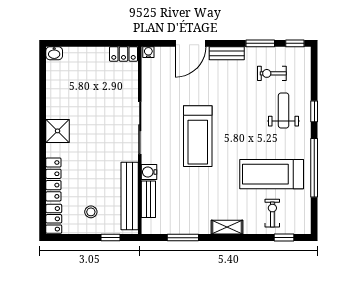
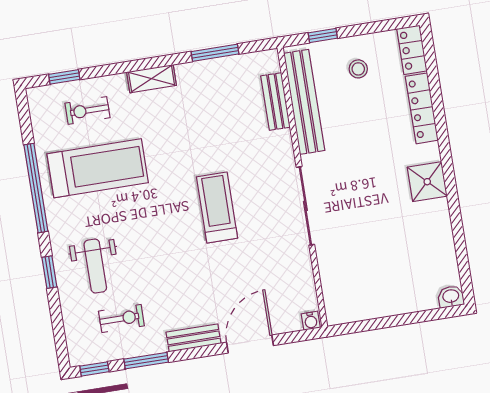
locker: (123, 54) -> (347, 312), removed
treadmill: (198, 136) -> (217, 207), width x0.73, depth x0.73
water cooler: (149, 172) -> (281, 142), removed
exercise bike: (272, 213) -> (87, 110), turned 90

